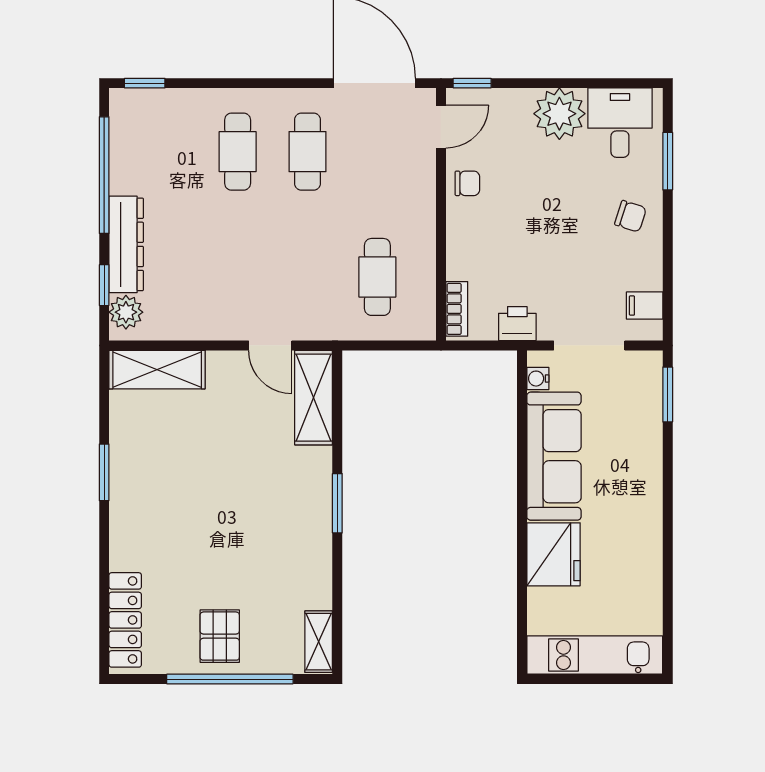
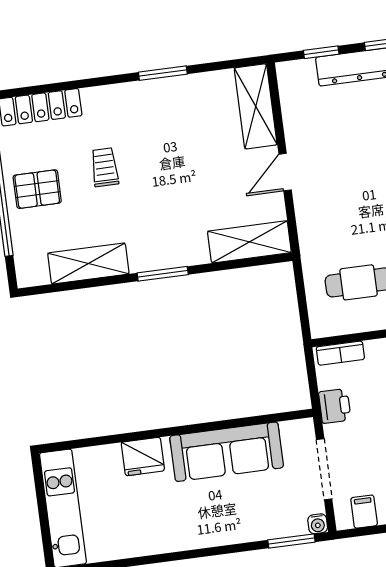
plant: (126, 312) -> (301, 74), removed
door: (270, 345) -> (285, 172), moved
water cooler: (538, 379) -> (318, 524), moved, turned 180
trolley: (205, 554) -> (105, 167), added
fridge: (553, 554) -> (143, 456), width x0.73, depth x0.75
shelving: (319, 642) -> (88, 264), moved, width x1.50, depth x1.33

